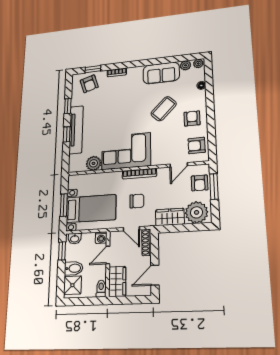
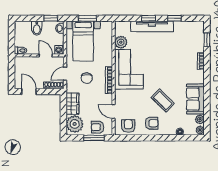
armchair: (89, 84) -> (193, 37), removed
wardrobe: (117, 281) -> (25, 63), removed
shower: (72, 285) -> (24, 28), removed

